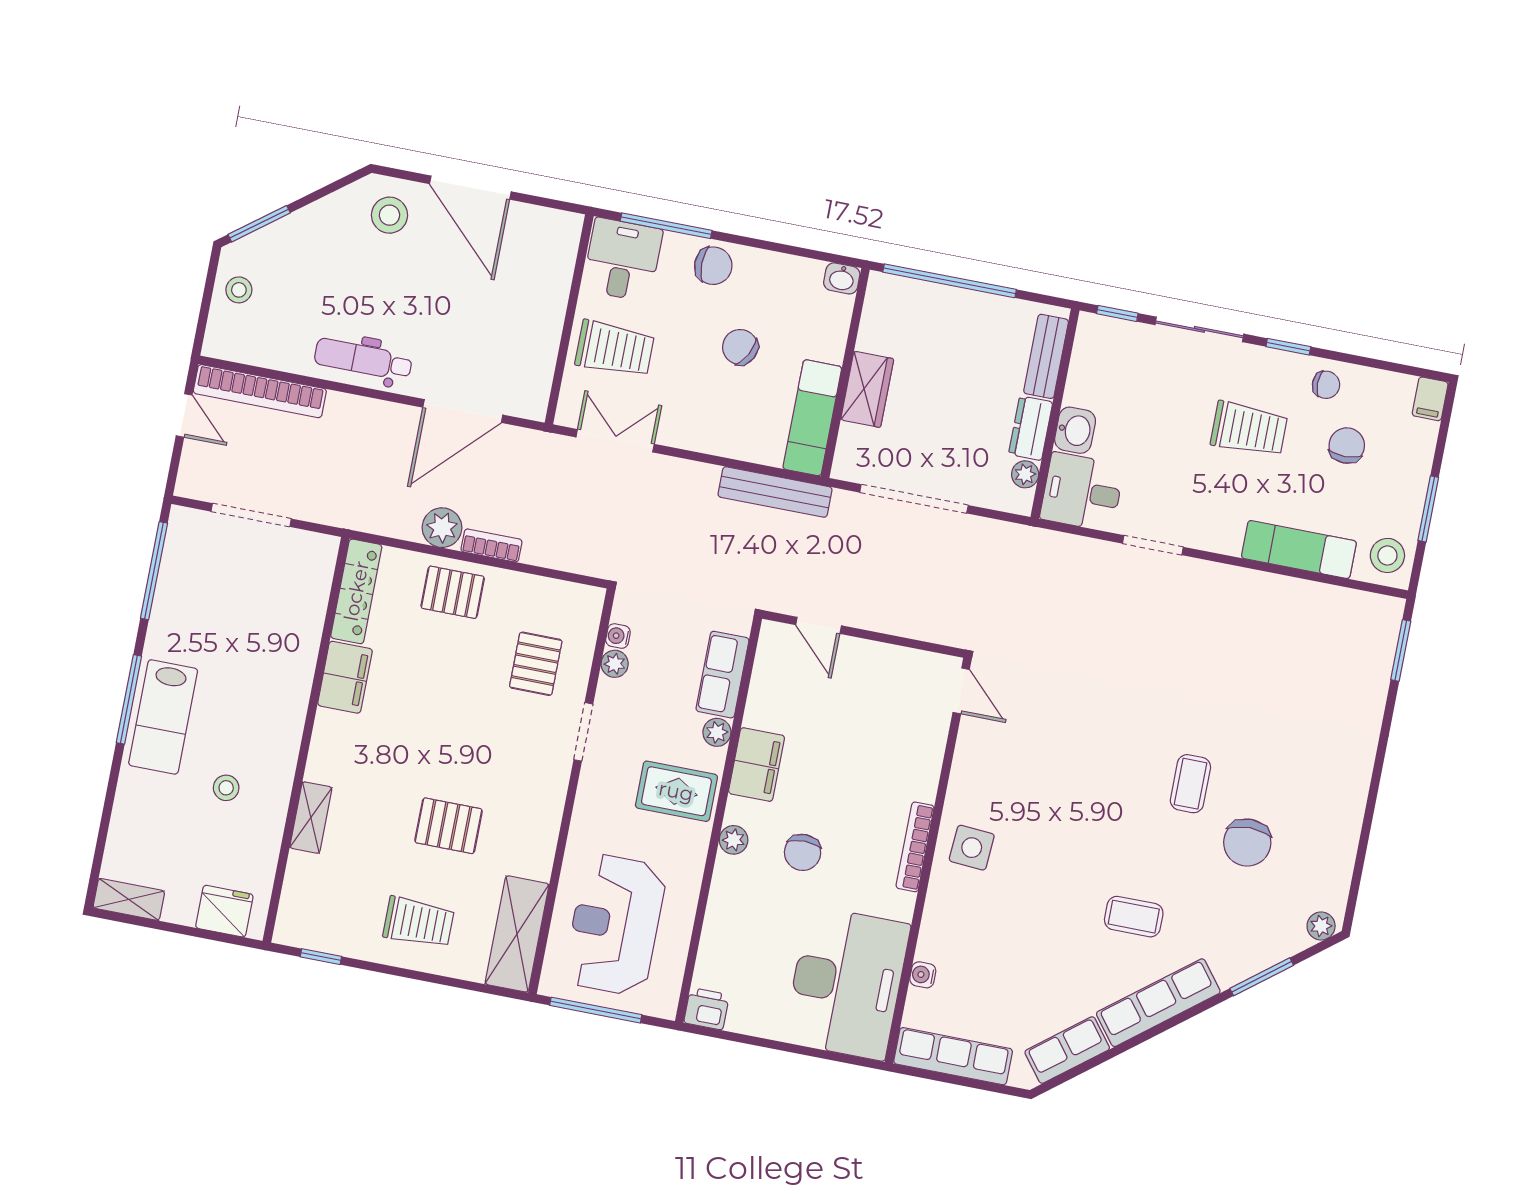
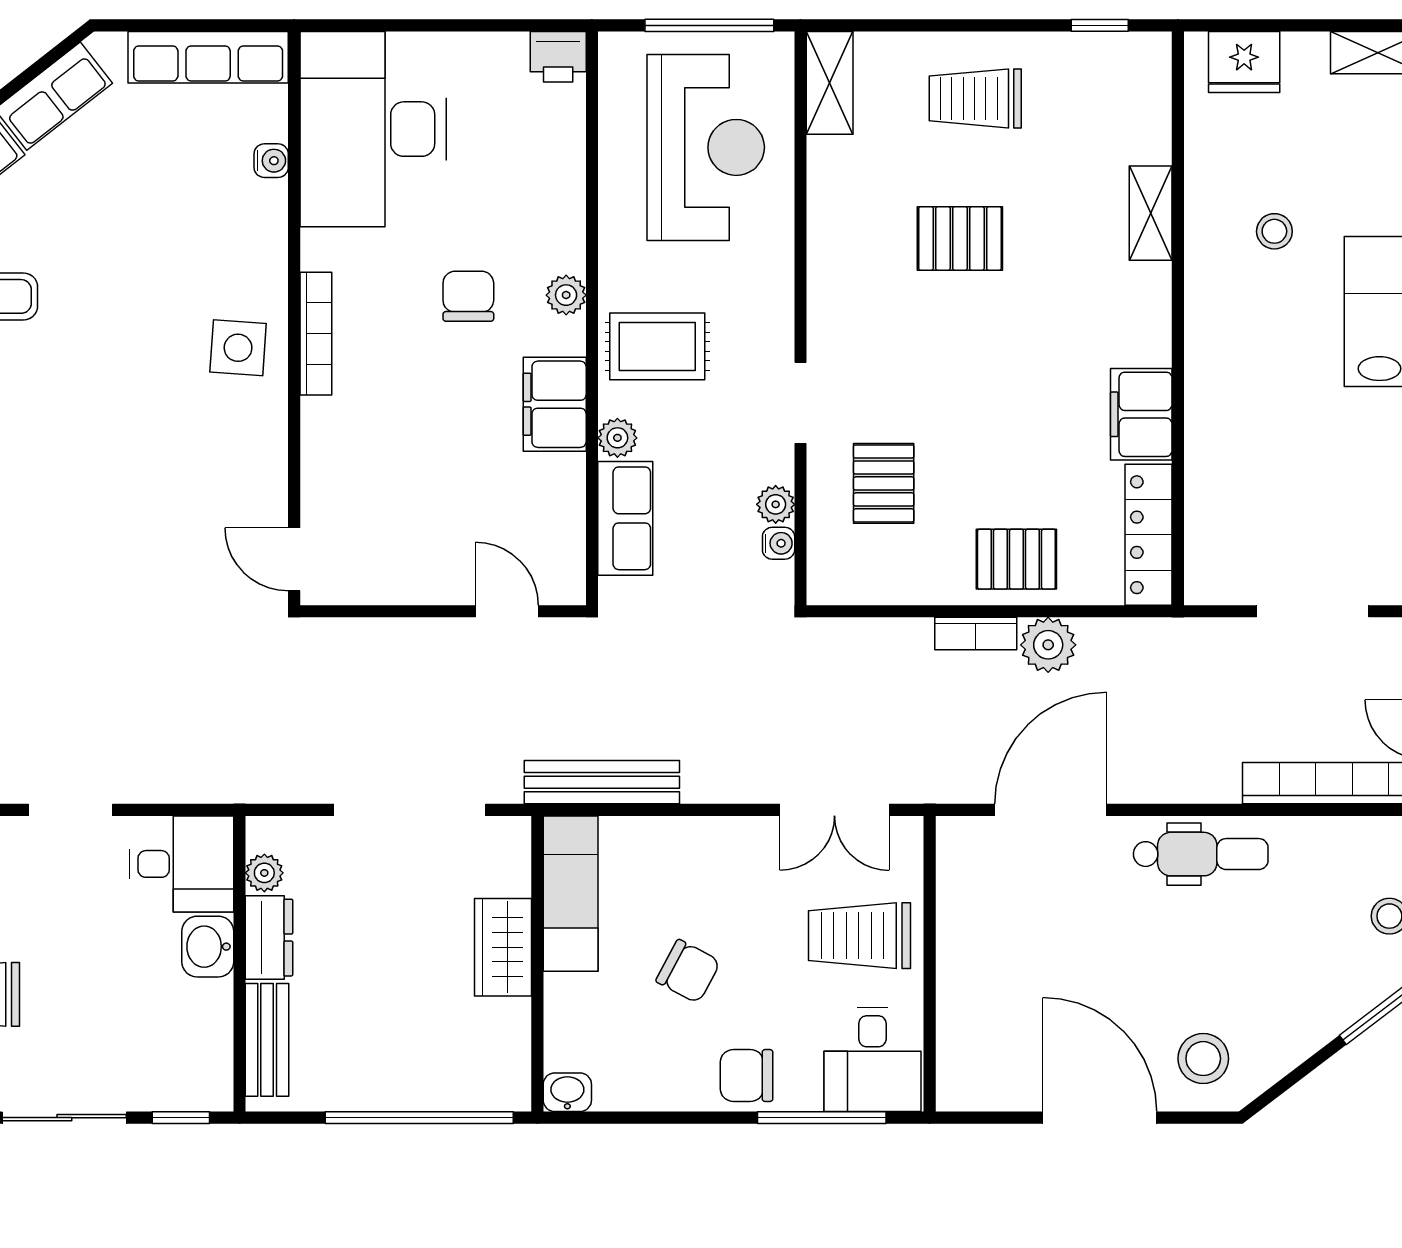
shelving: (517, 934) -> (830, 83), width x0.67, depth x0.75

